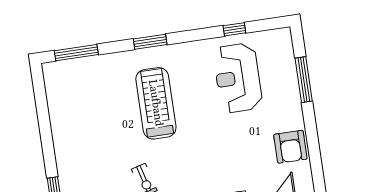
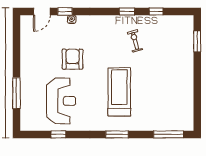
treadmill: (156, 103) -> (119, 92), turned 180
armchair: (290, 147) -> (73, 59), moved

